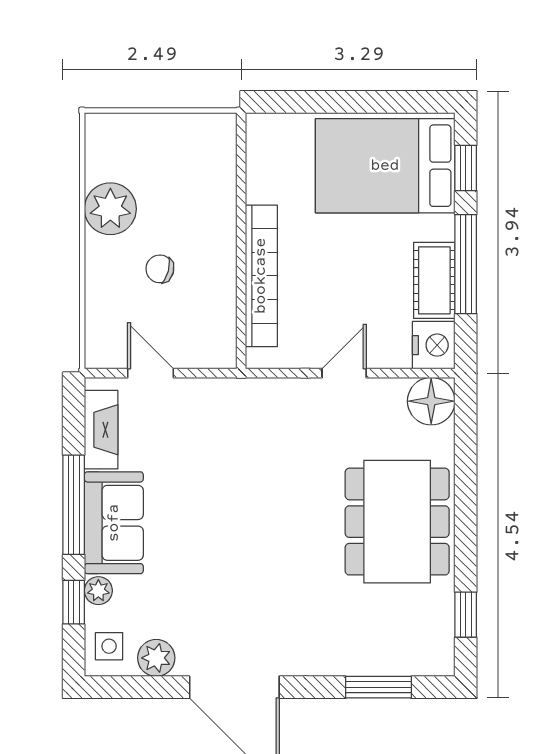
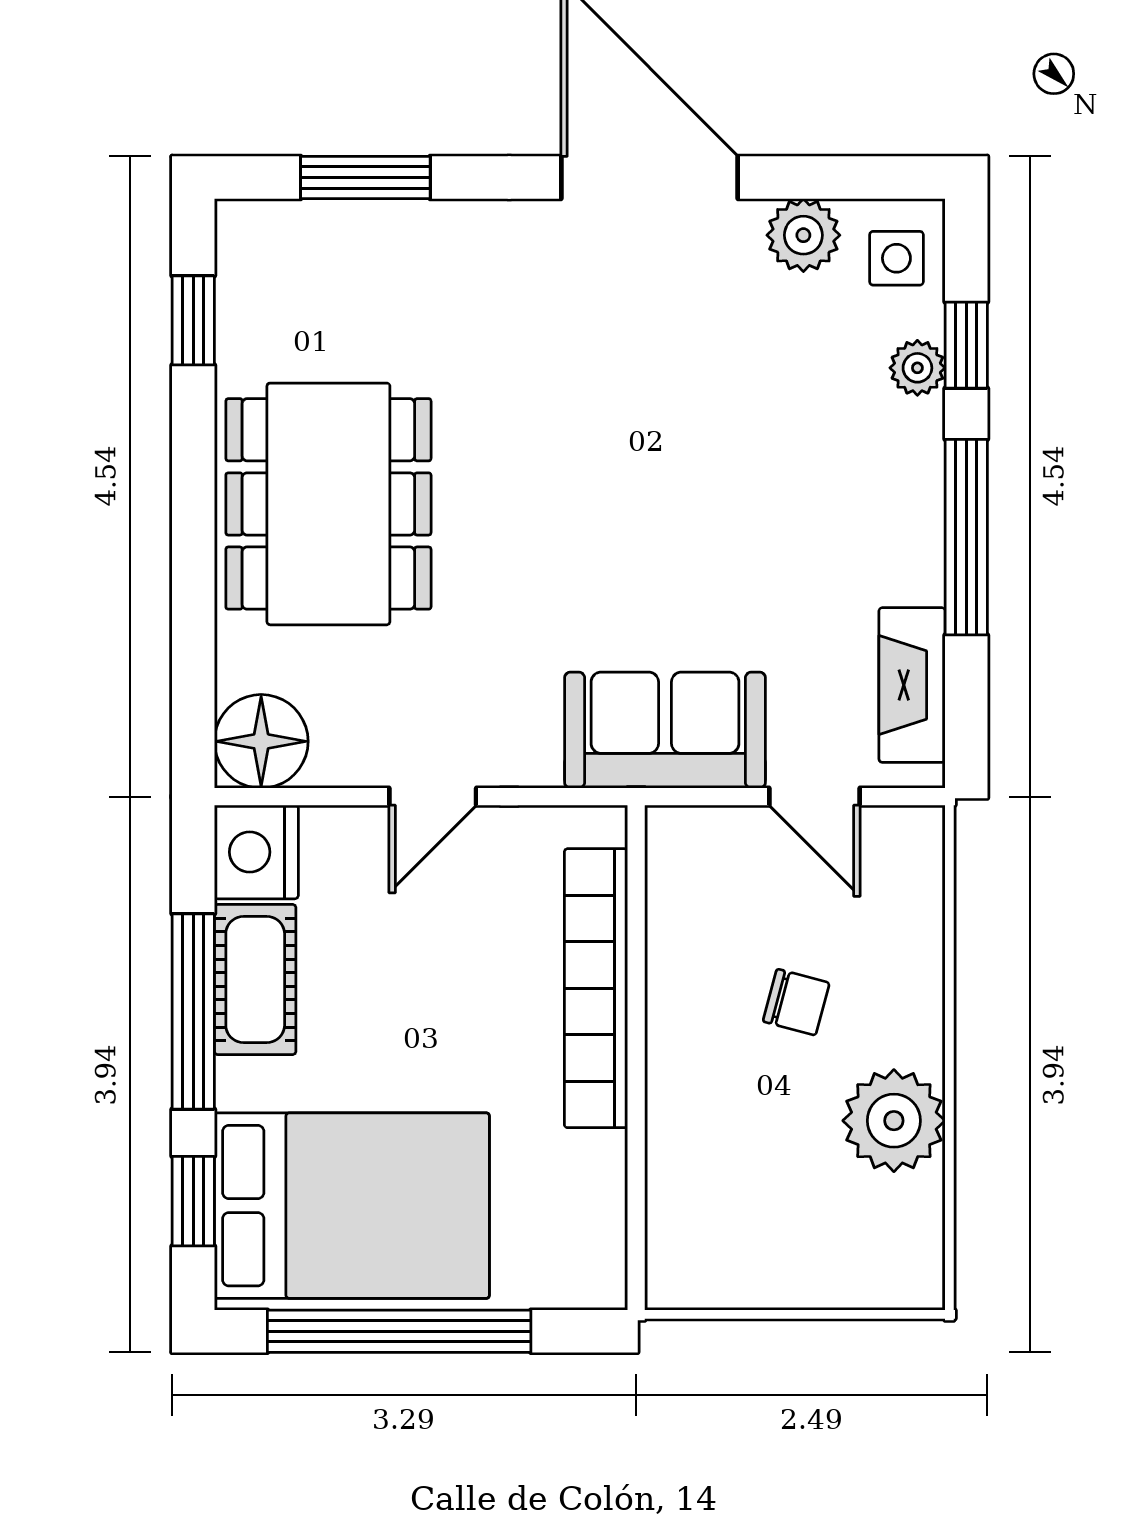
window: (361, 102) -> (399, 1331), added
sofa: (114, 523) -> (665, 730), moved, turned 90

